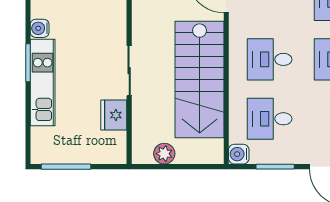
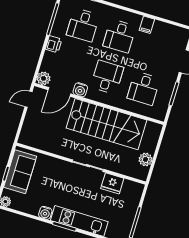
desk: (270, 59) -> (107, 77), turned 180
water cooler: (239, 154) -> (80, 90), moved

